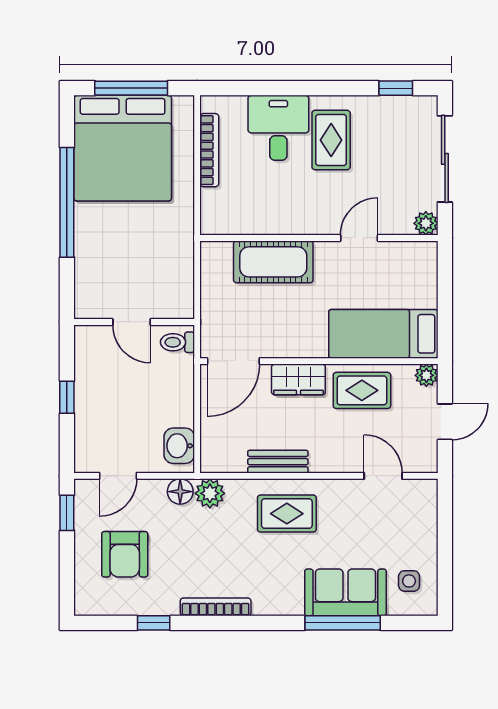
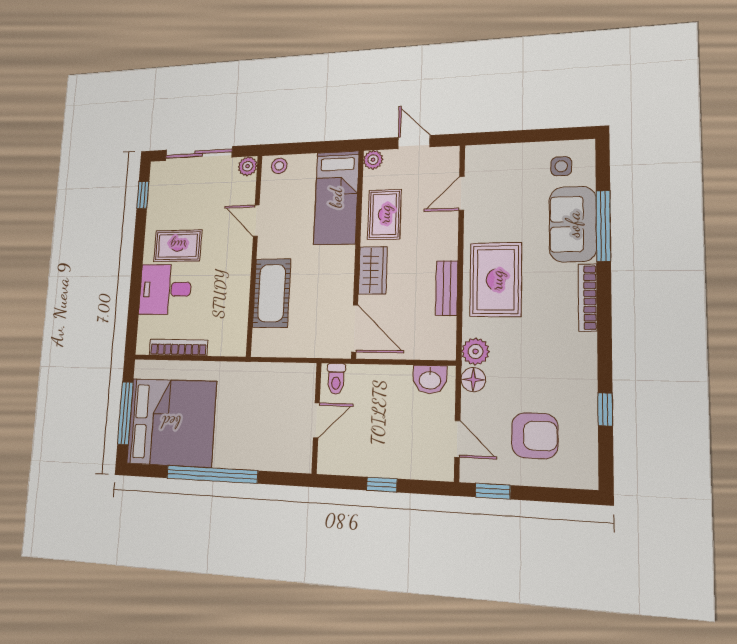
stool: (424, 263) -> (279, 166), added
rug: (287, 514) -> (496, 280), width x1.36, depth x1.43
bookcase: (216, 607) -> (588, 297), moved

